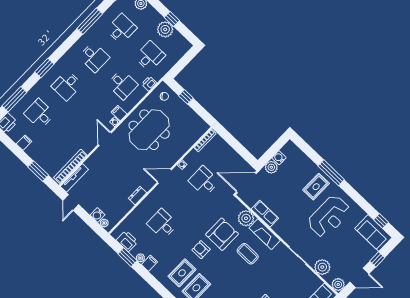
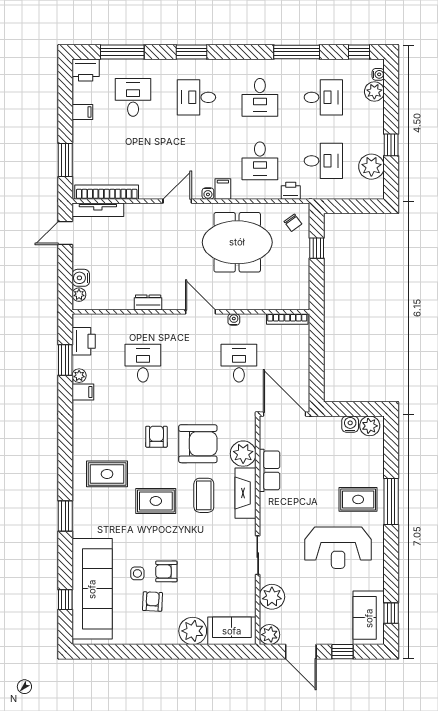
plant: (165, 29) -> (371, 167), moved
plant: (271, 167) -> (370, 426), moved
rug: (182, 273) -> (156, 501), moved

